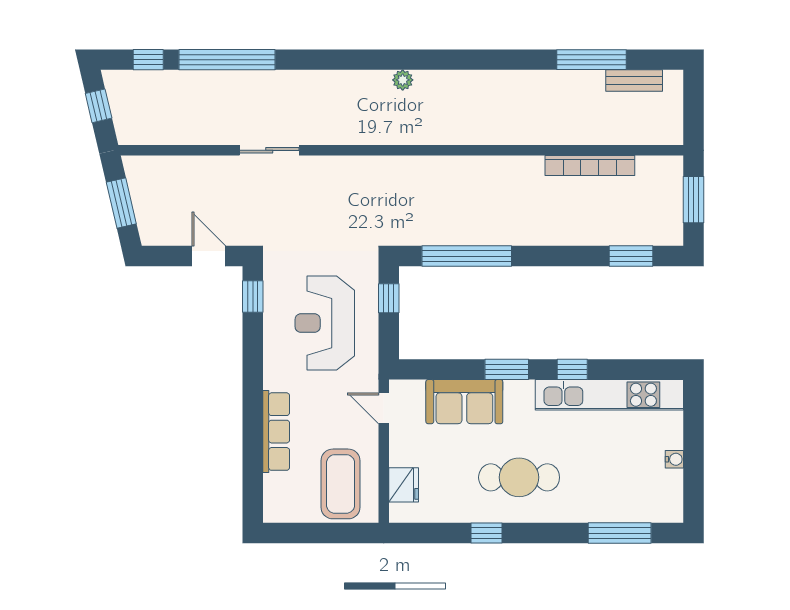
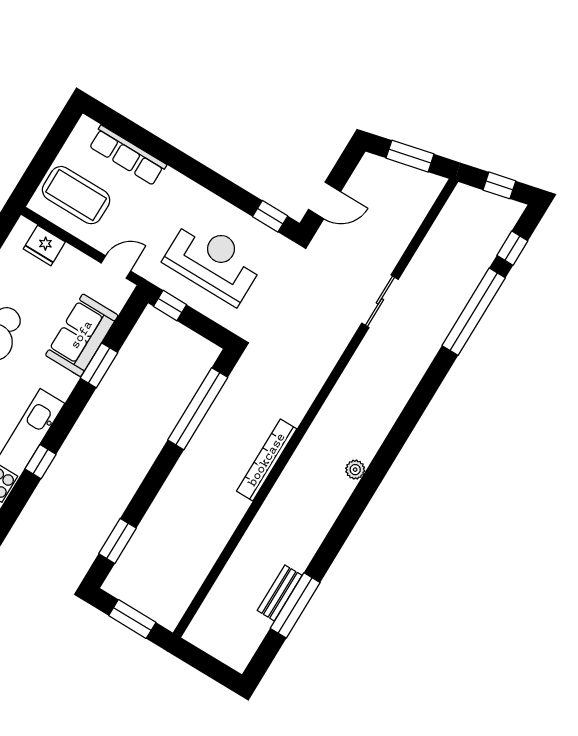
plant: (403, 80) -> (355, 470), moved
bench: (634, 80) -> (280, 593), moved
bookcase: (590, 165) -> (267, 460), moved
window: (389, 298) -> (170, 305), moved
window: (507, 369) -> (99, 365), moved
window: (572, 369) -> (41, 462), moved
row of seats: (276, 432) -> (128, 155), moved

